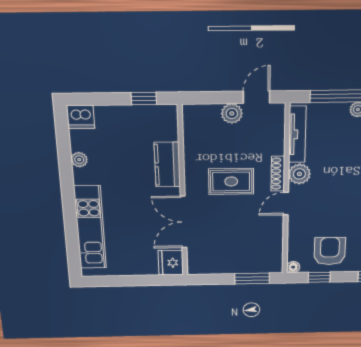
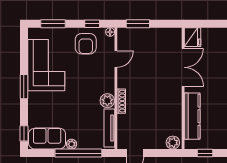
plant: (232, 113) -> (173, 143), moved
kitchen counter: (167, 165) -> (192, 116), width x1.50
rug: (231, 181) -> (151, 96), removed
door: (286, 204) -> (116, 59), moved

